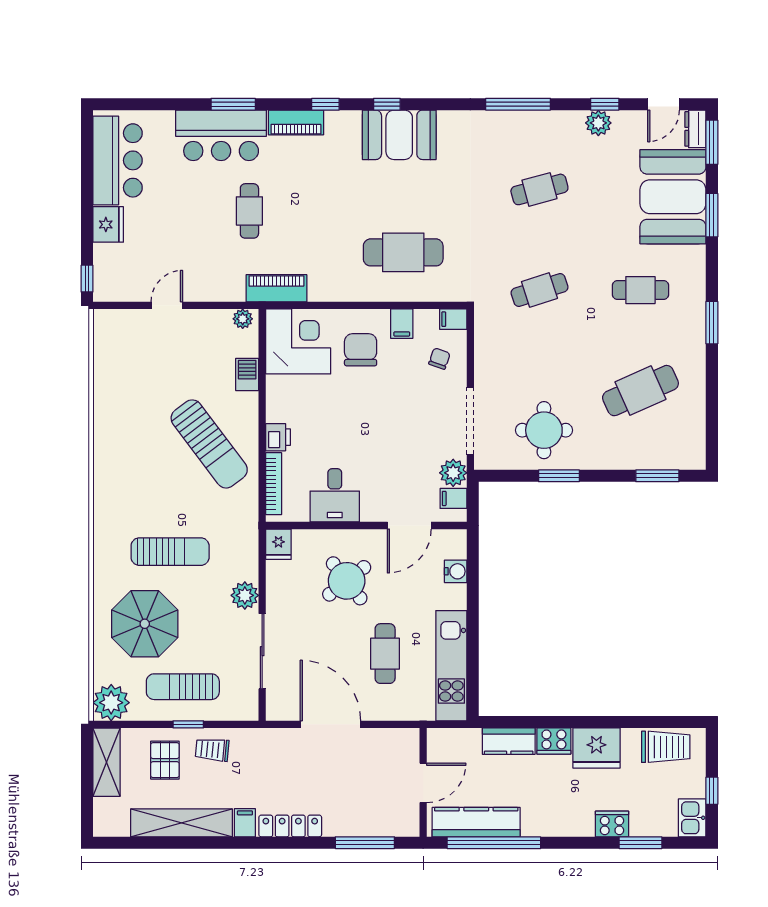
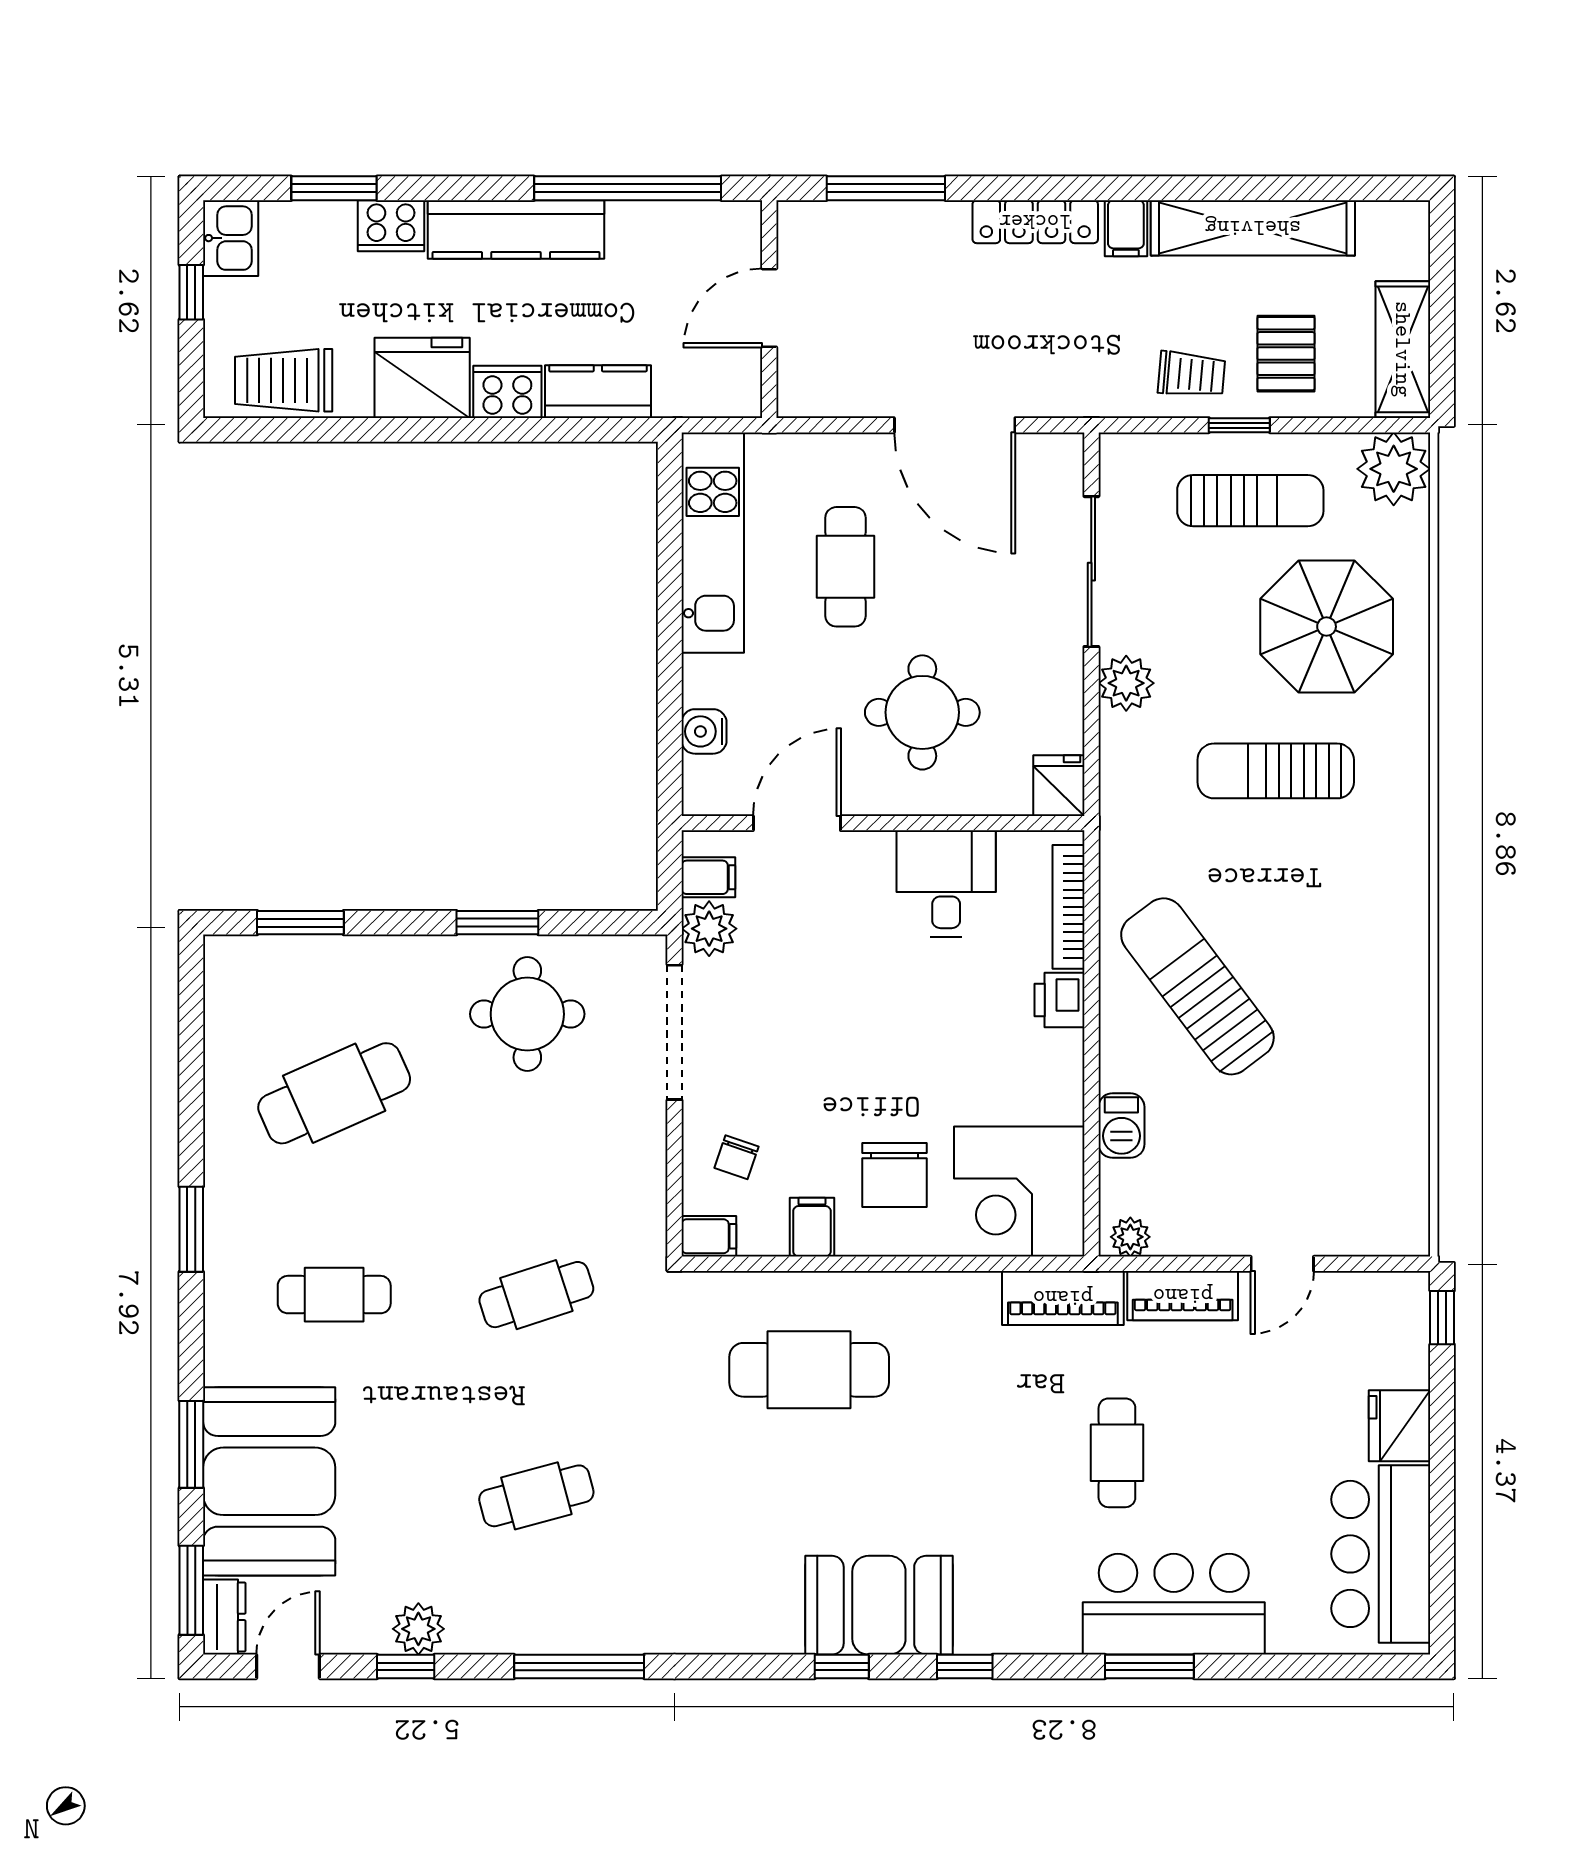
piano: (296, 122) -> (1183, 1296), moved, turned 180
booth: (399, 135) -> (879, 1605), moved
round table: (347, 581) -> (922, 712), turned 38
kitchen counter: (476, 822) -> (516, 229), moved

